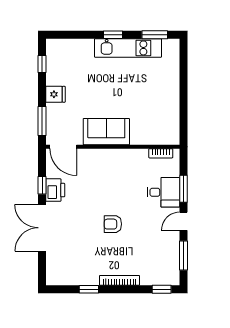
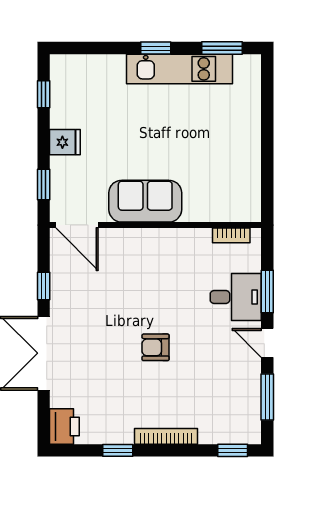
window: (42, 121) -> (44, 184), width x0.67
printer: (55, 190) -> (64, 426), moved
door: (184, 221) -> (267, 343), hinge flipped

